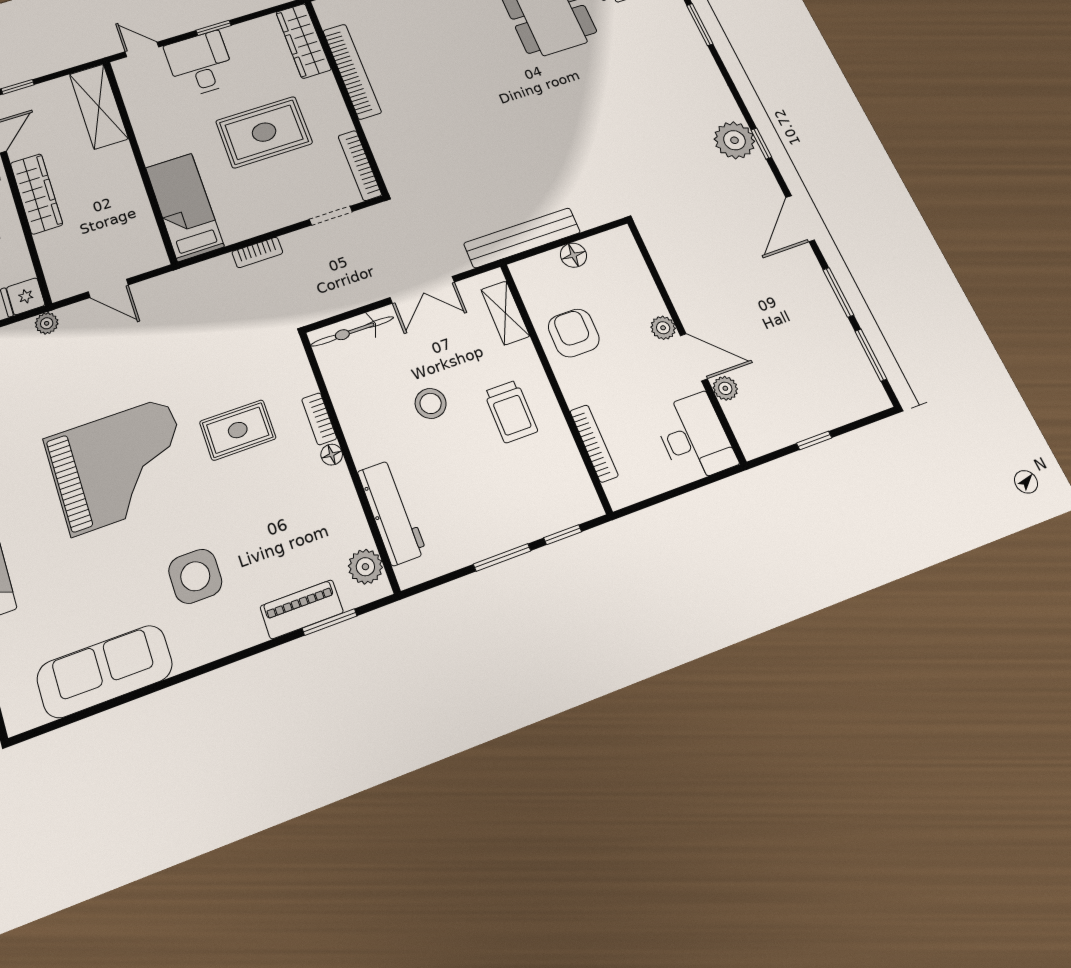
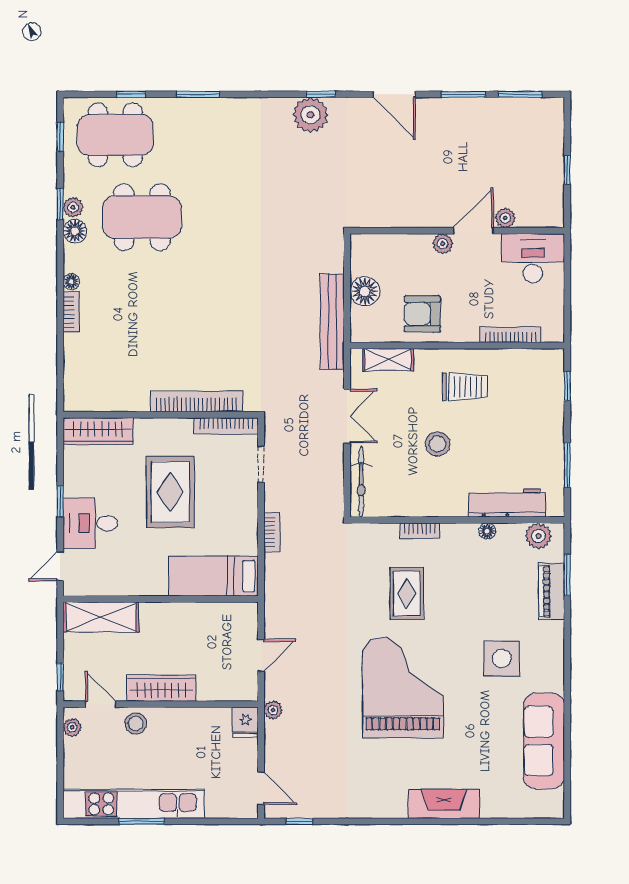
bookcase: (352, 71) -> (197, 401), moved
floor lamp: (573, 255) -> (365, 291), width x1.38, depth x1.38
floor lamp: (332, 455) -> (487, 531), moved
window: (502, 557) -> (567, 465), moved

